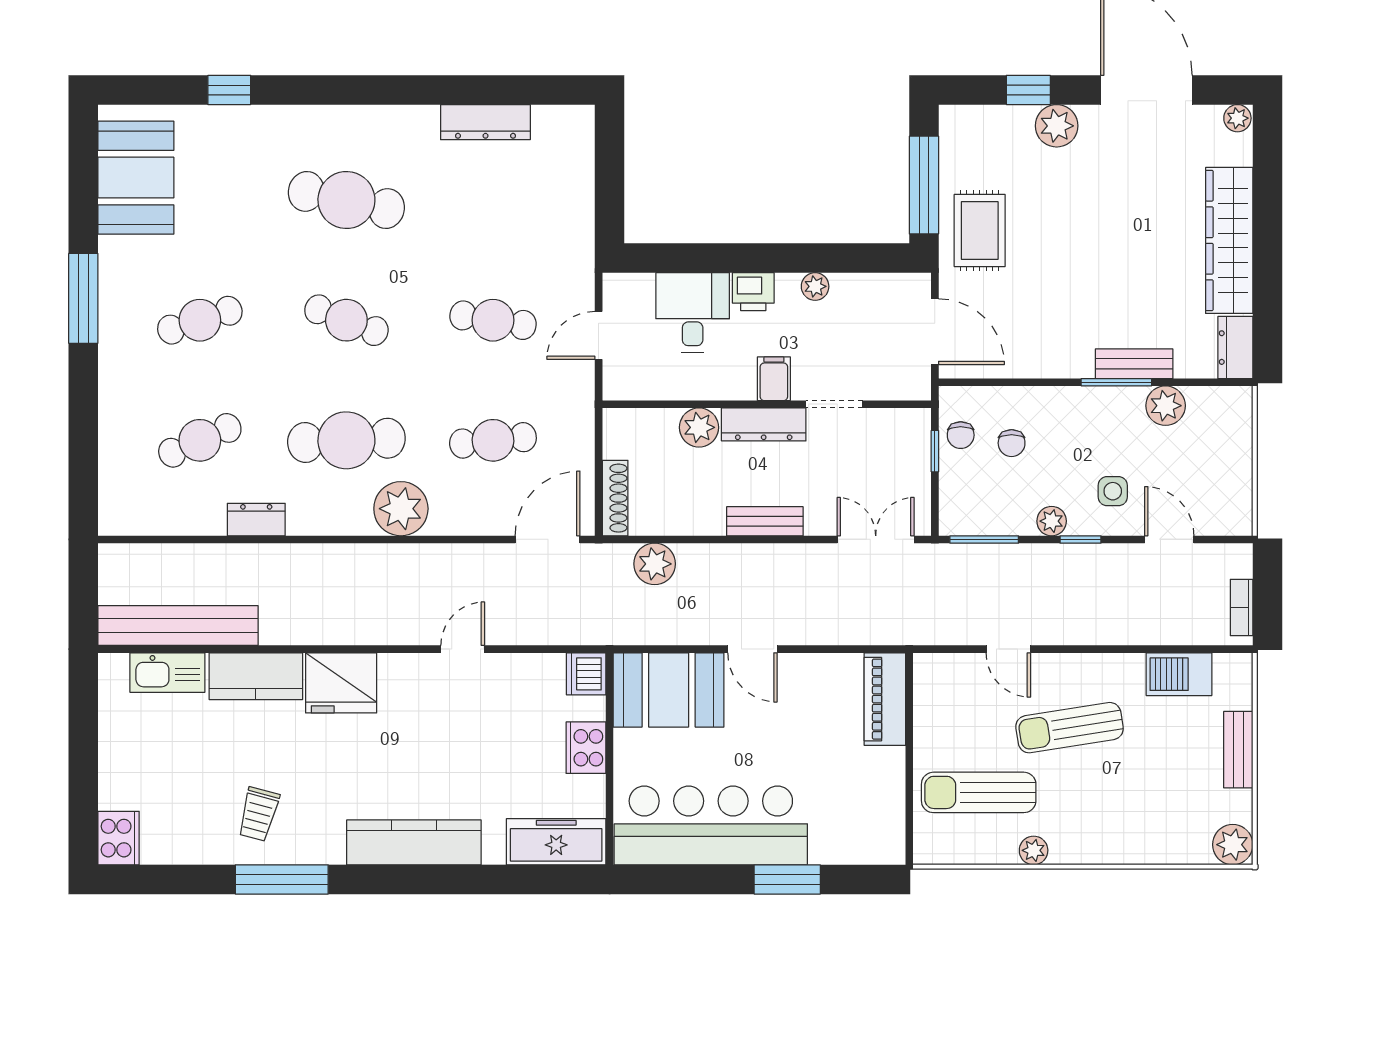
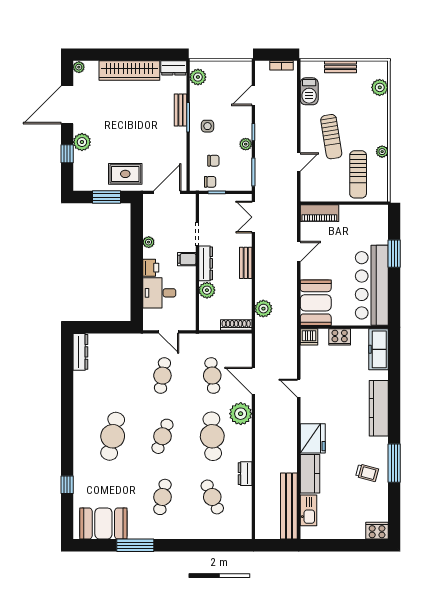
dresser: (485, 122) -> (80, 352), moved
window: (924, 185) -> (107, 197), width x0.69
window: (83, 298) -> (135, 545), moved
cafe table: (200, 320) -> (162, 497), turned 30
plant: (1166, 406) -> (198, 77), moved
side table: (1113, 491) -> (207, 126), moved
door: (548, 539) -> (253, 381), moved
door: (752, 649) -> (299, 251), moved
plant: (1233, 845) -> (380, 87), moved

